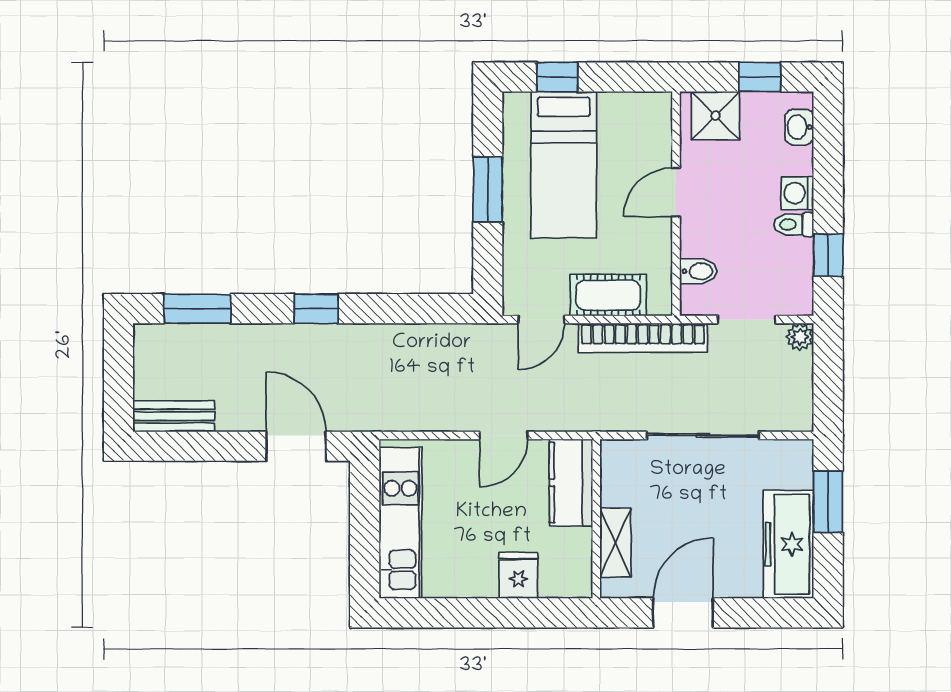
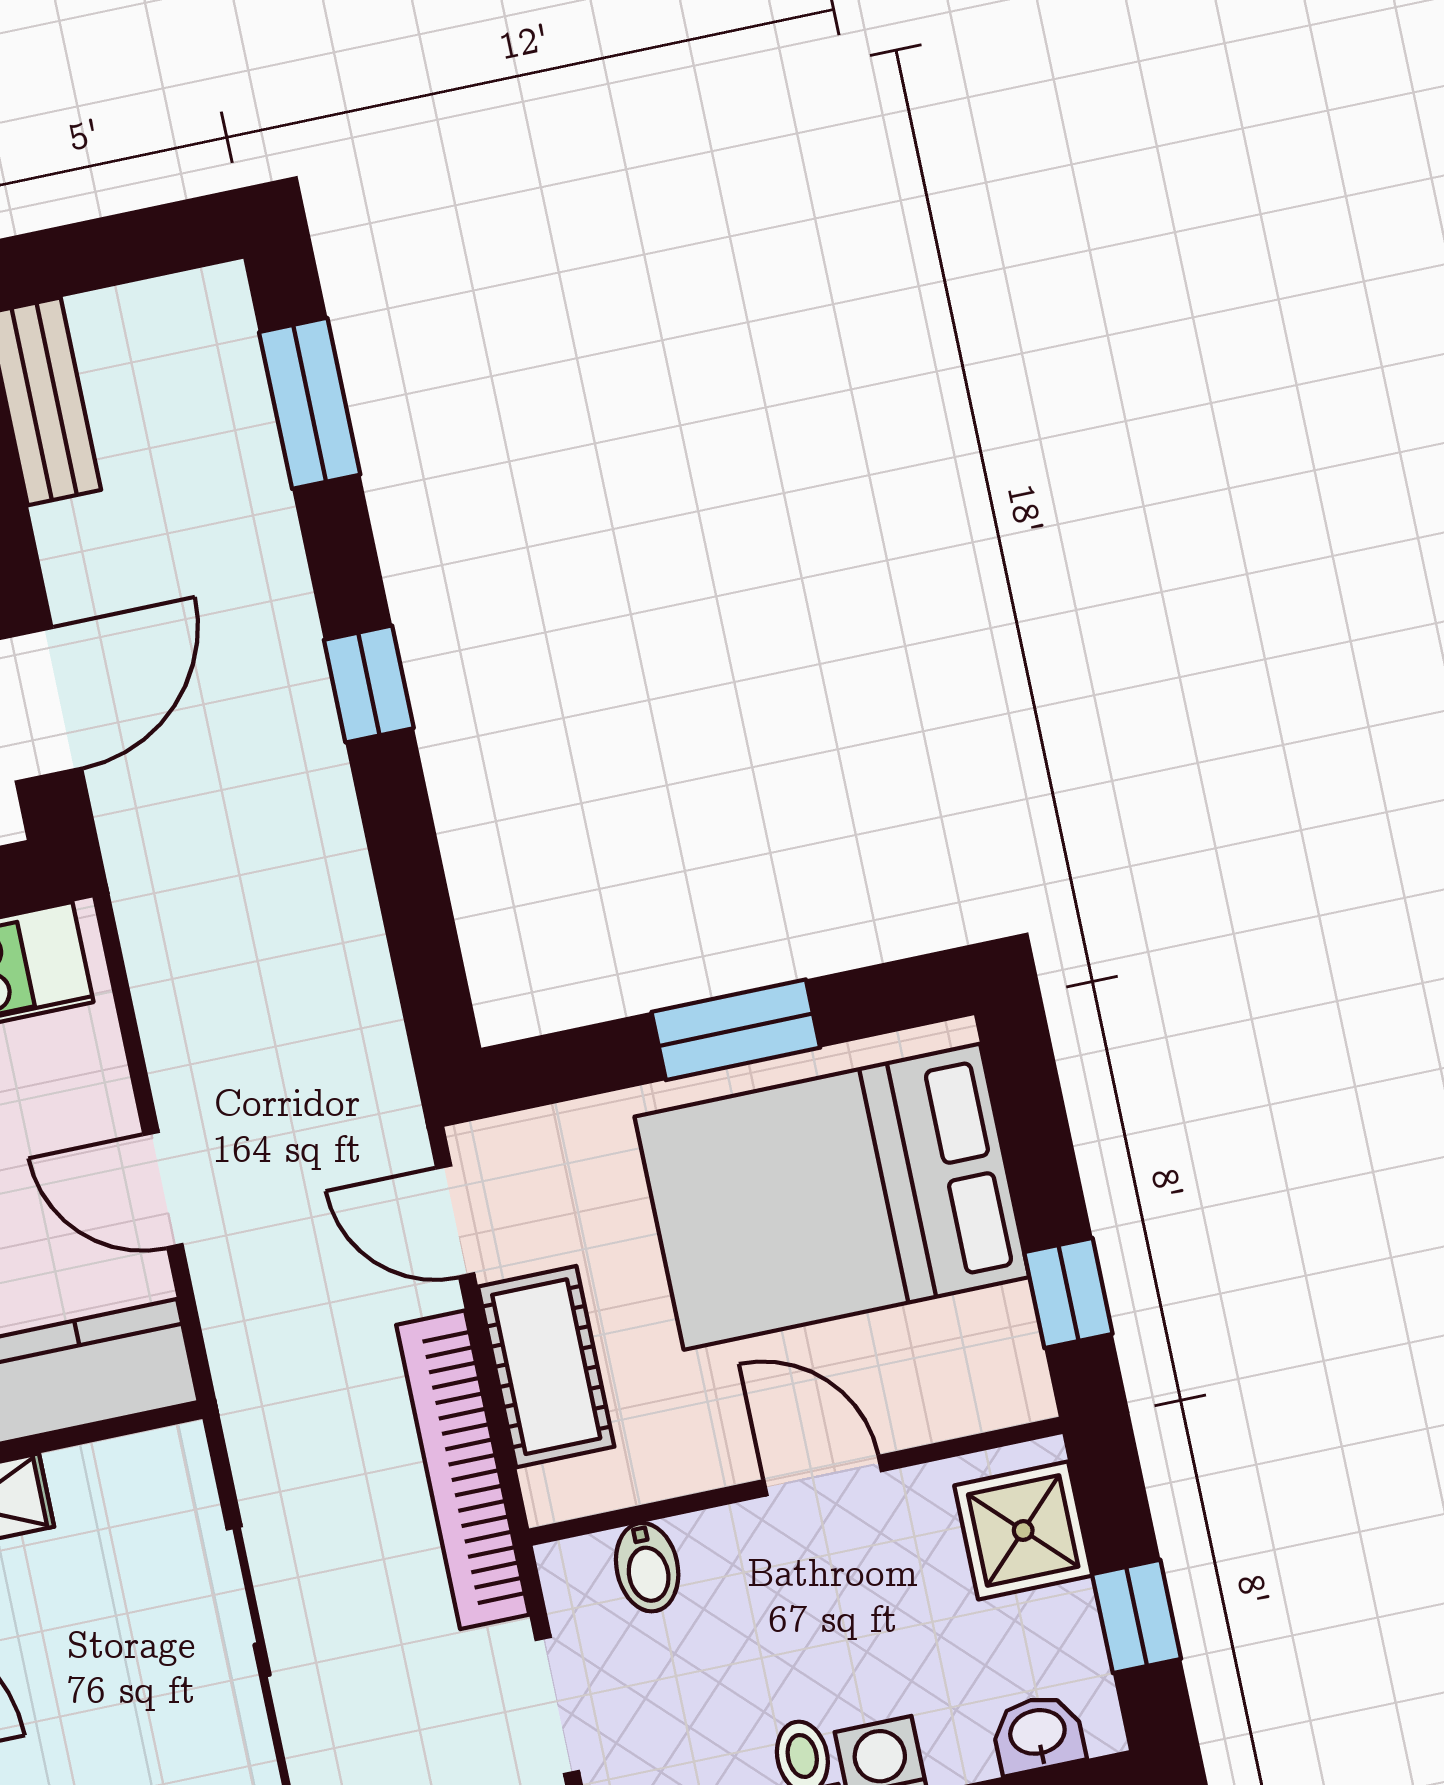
window: (557, 77) -> (1068, 1293), moved
bed: (564, 165) -> (832, 1197), width x1.50

